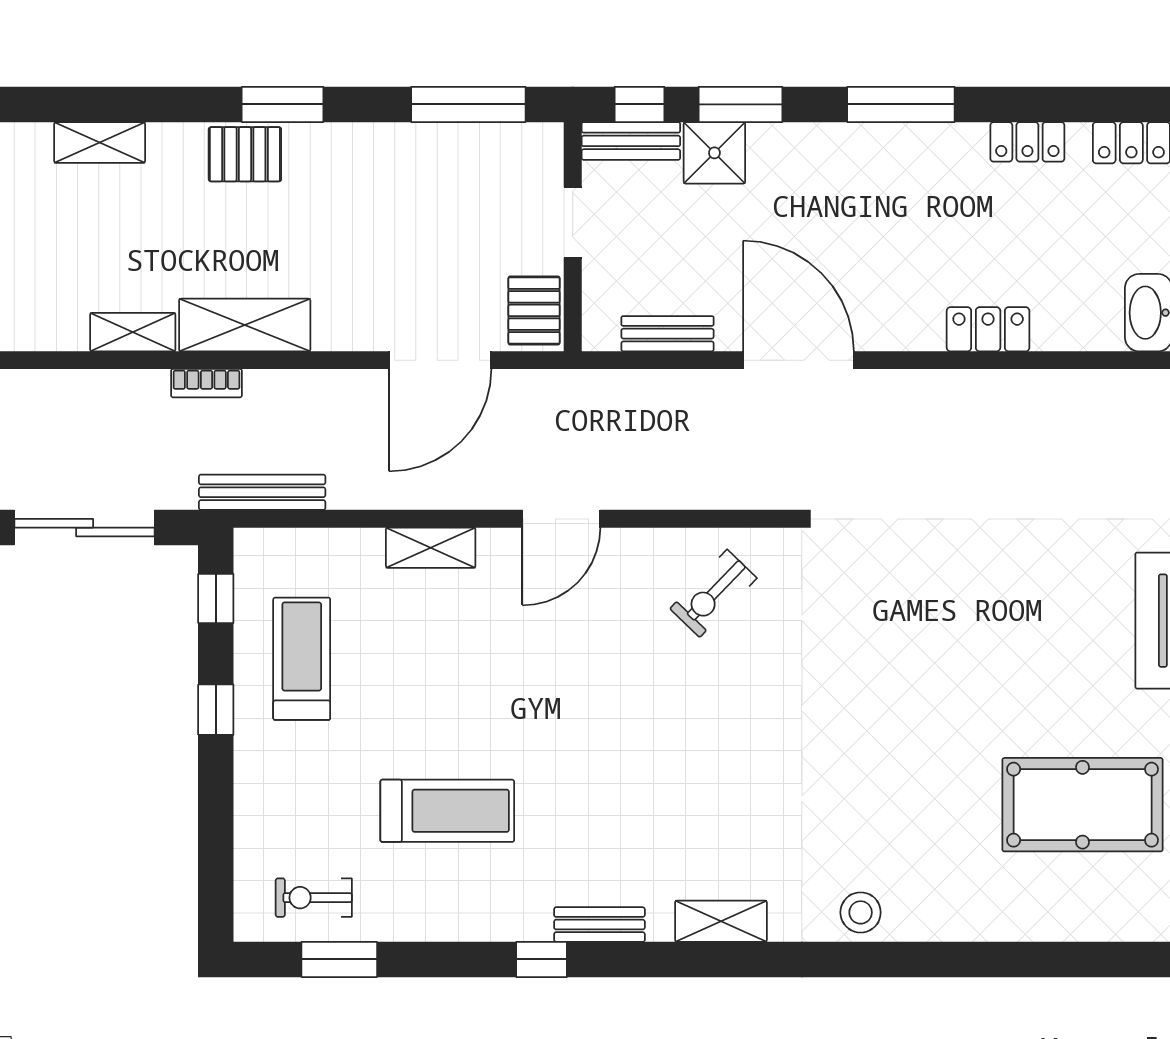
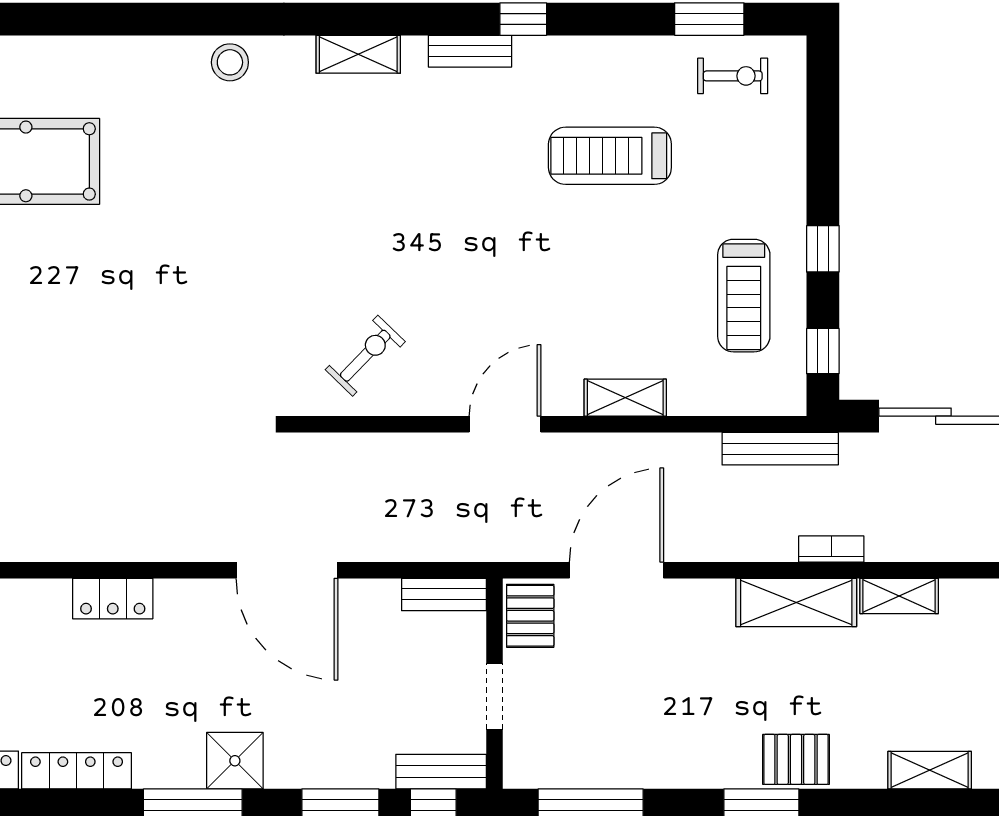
locker: (1027, 142) -> (77, 771), width x1.53
shower: (714, 153) -> (235, 761), moved
bench: (667, 334) -> (444, 594), moved

